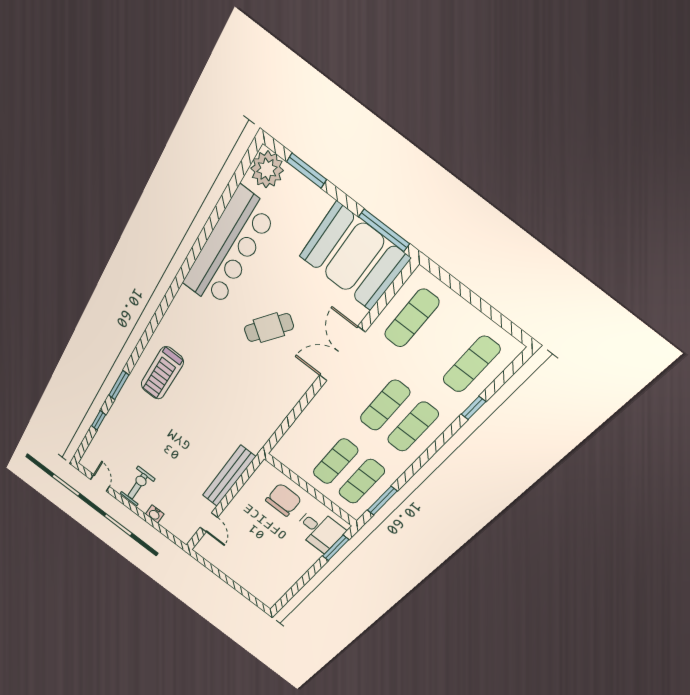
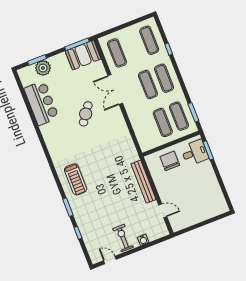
plant: (267, 169) -> (43, 68), moved
bar counter: (228, 249) -> (41, 103), width x0.73
booth: (354, 257) -> (83, 55), width x0.73, depth x0.70

